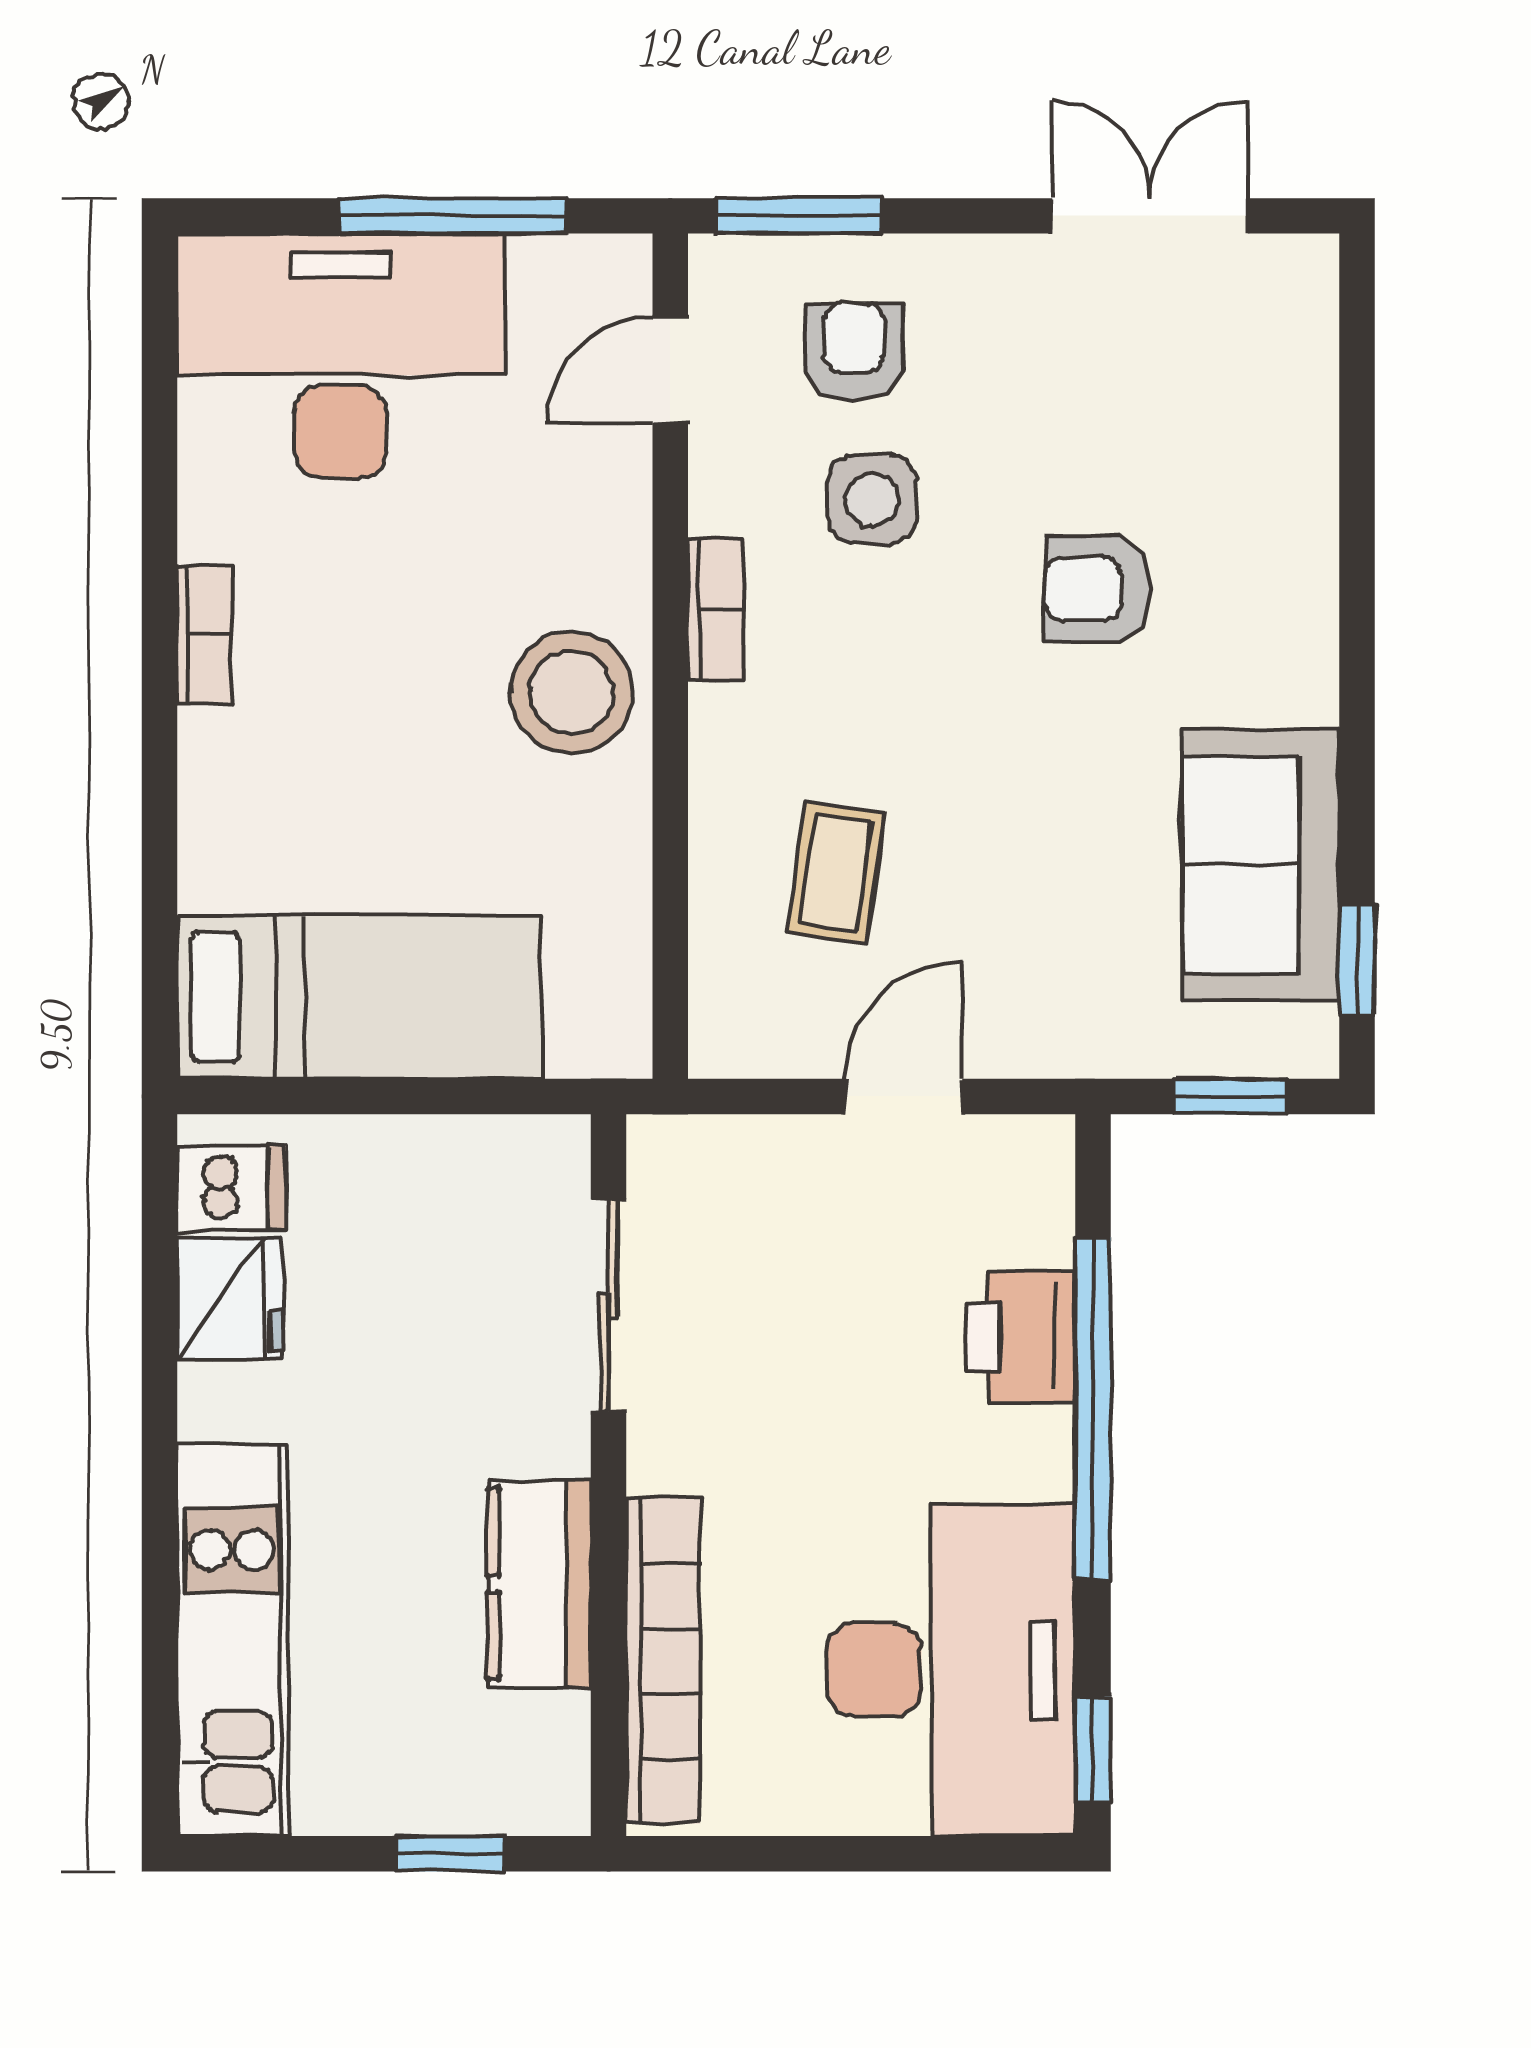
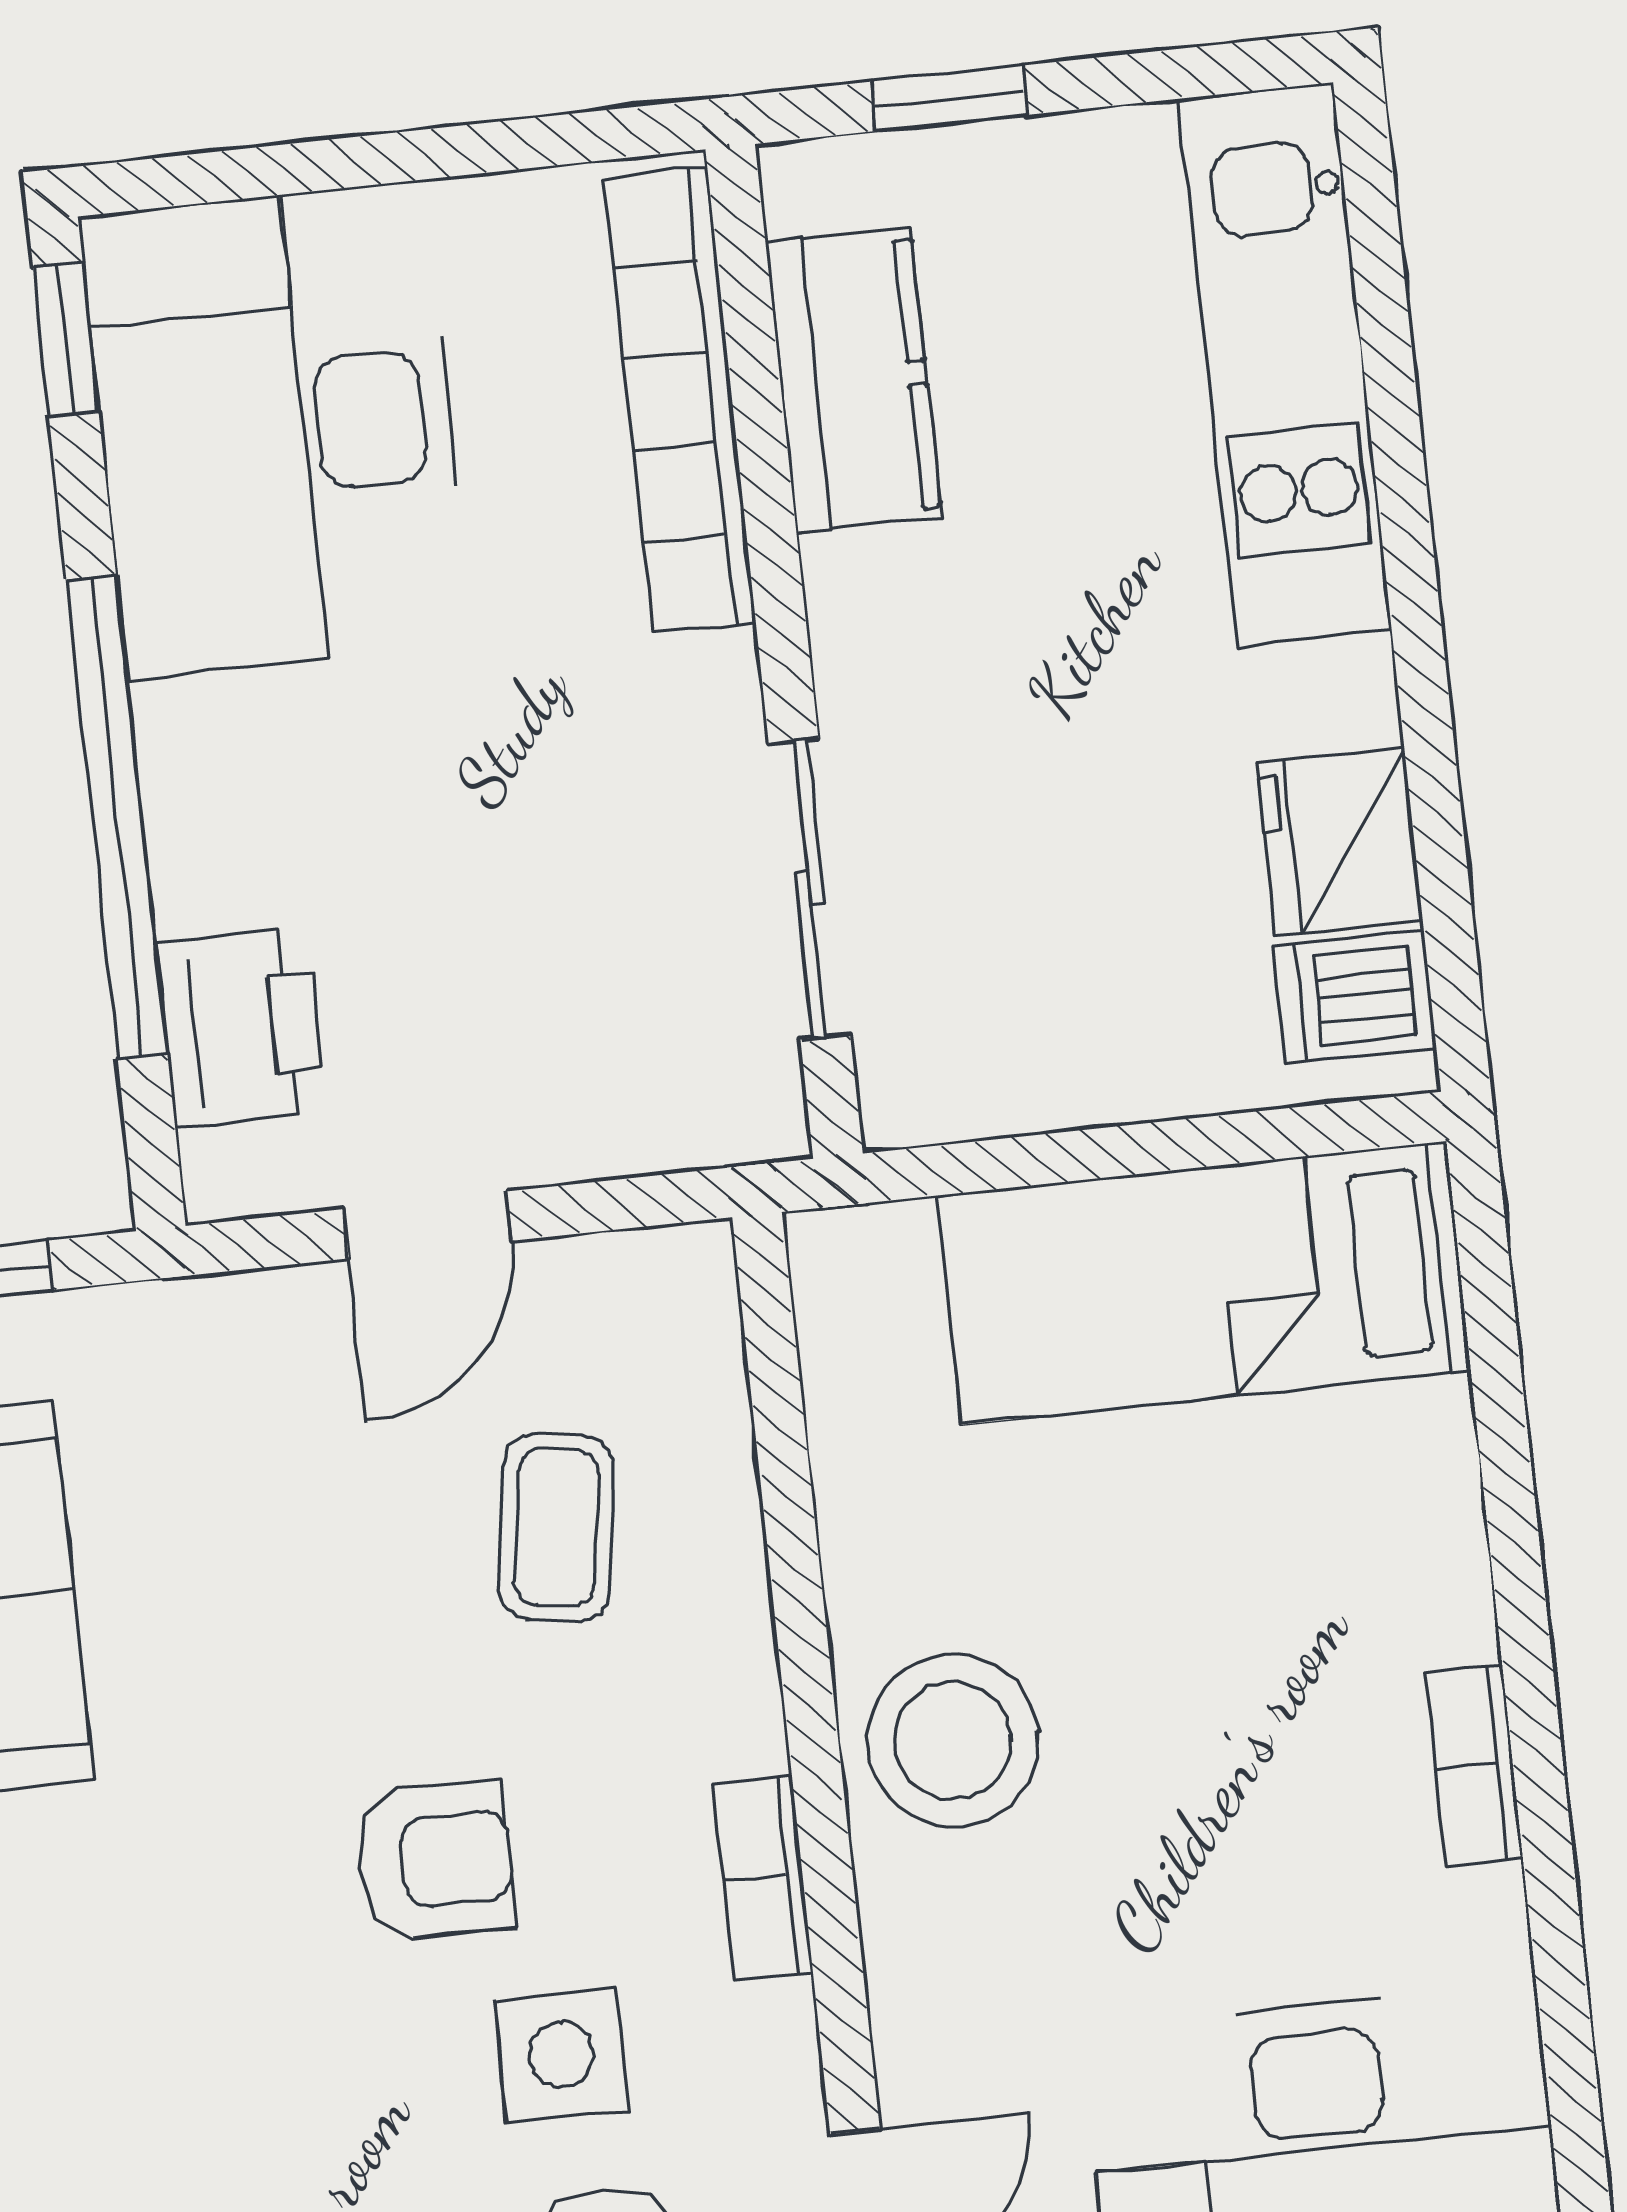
armchair: (1098, 589) -> (435, 1861), moved
printer: (1021, 1337) -> (241, 1028), moved
kitchen counter: (539, 1584) -> (853, 380), moved

